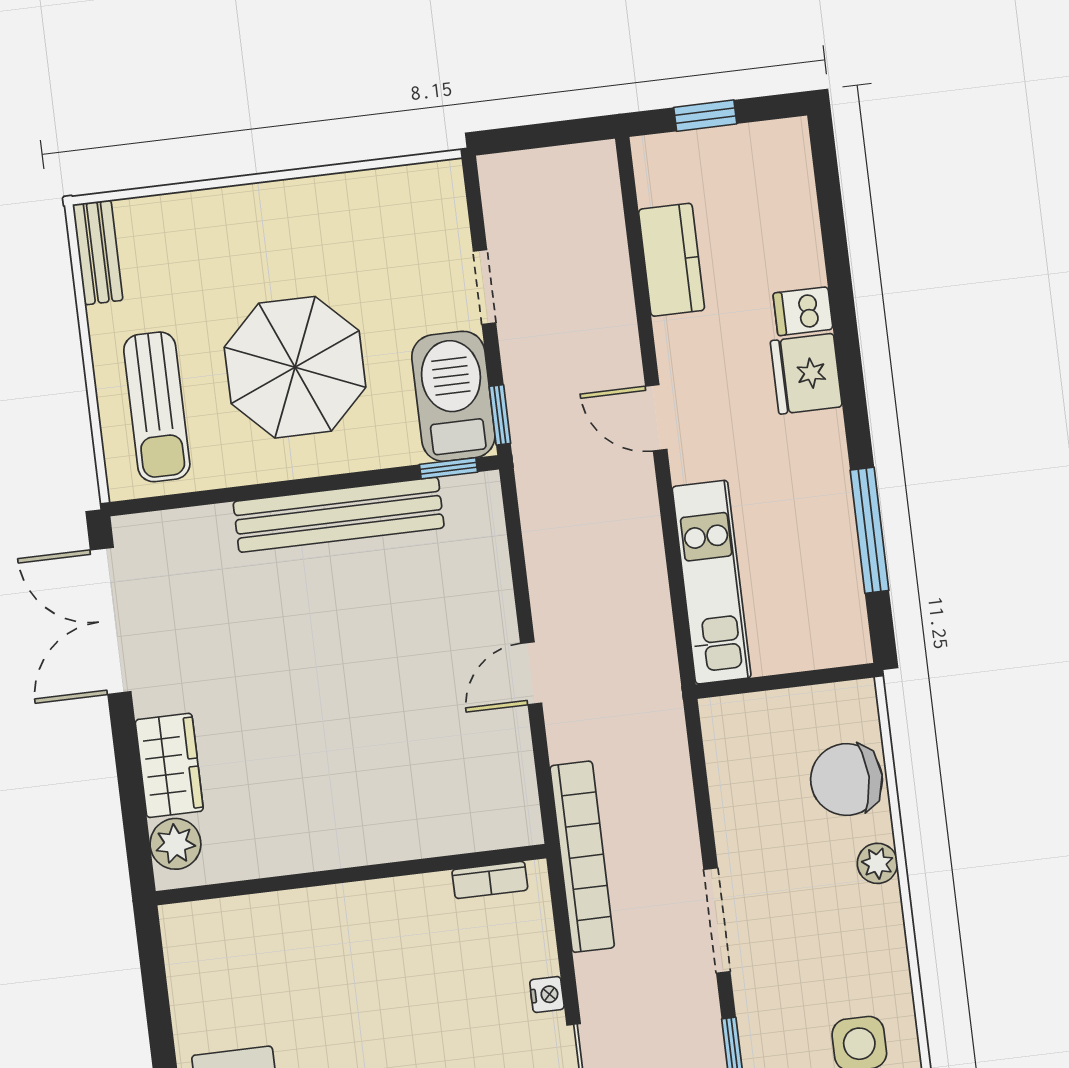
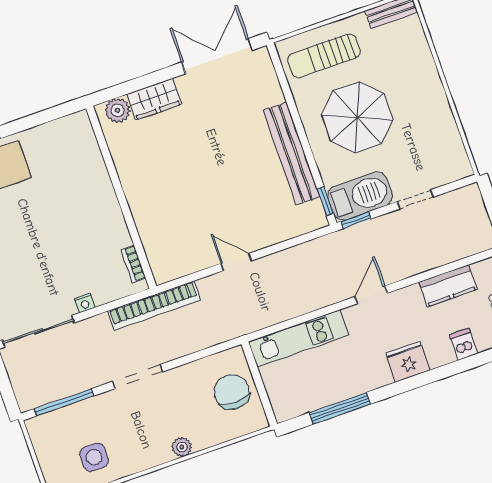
dishwasher: (803, 311) -> (463, 344), moved
chair: (846, 780) -> (232, 392), moved

